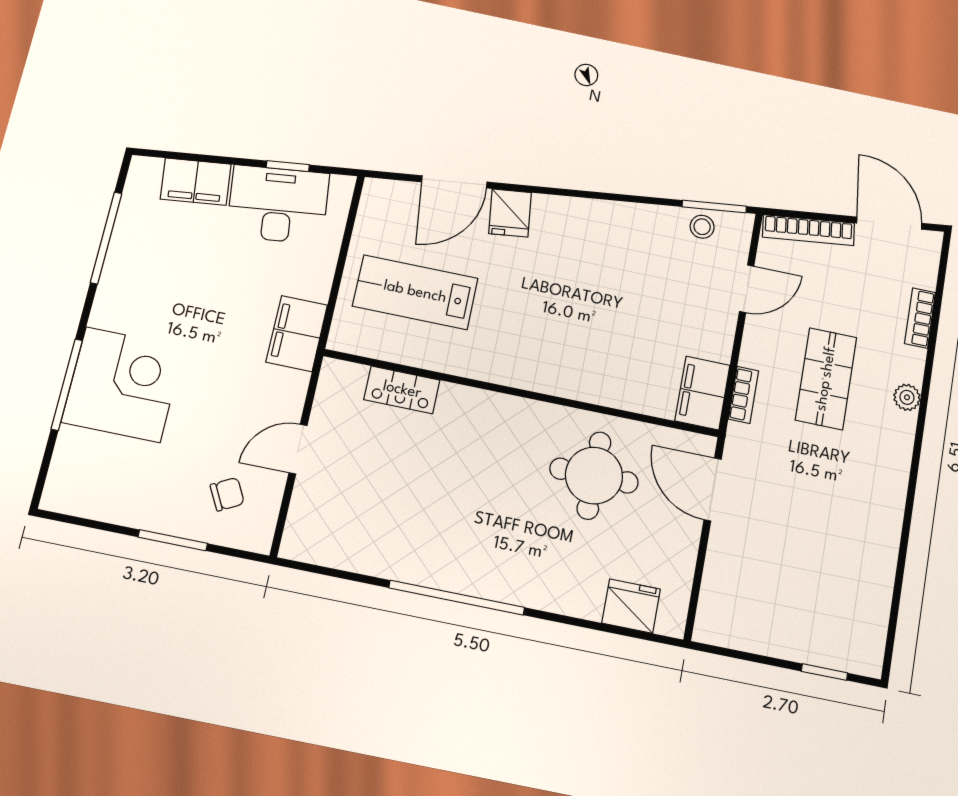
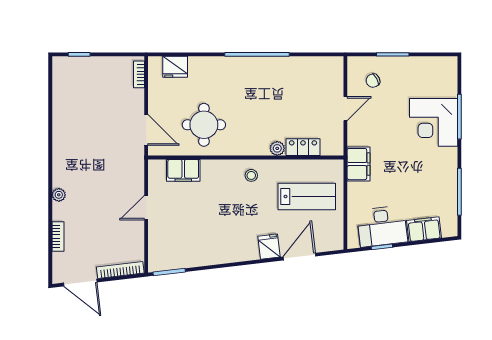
stool: (702, 227) -> (251, 175), moved
door: (747, 289) -> (146, 208), moved
shop shelf: (826, 379) -> (100, 196), removed
filing cabinet: (702, 393) -> (183, 170), moved, turned 90
bookcase: (744, 395) -> (139, 74), moved
plant: (455, 398) -> (277, 148), added

